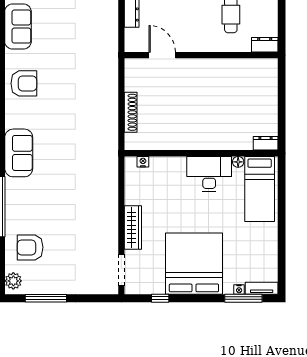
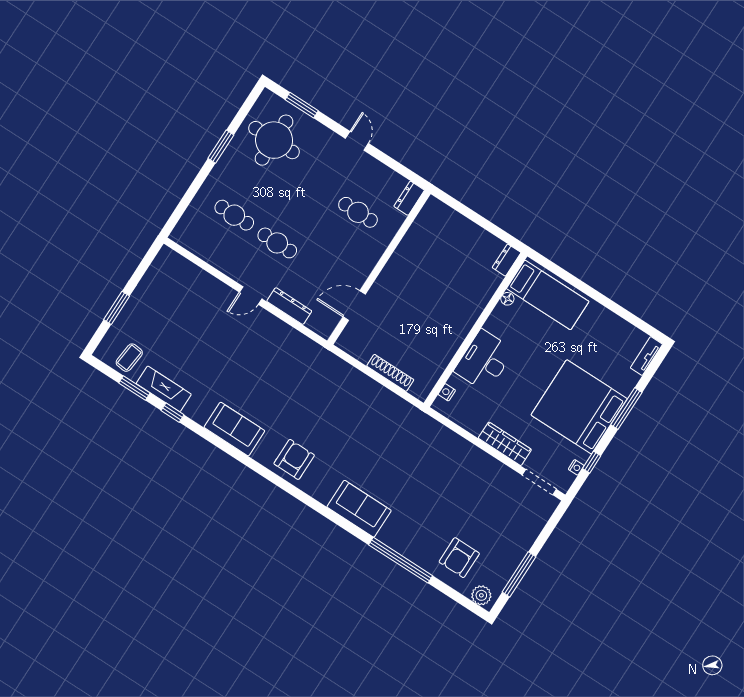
desk: (209, 174) -> (484, 361), moved
nightstand: (239, 289) -> (576, 467), moved
window: (243, 298) -> (626, 409), moved

